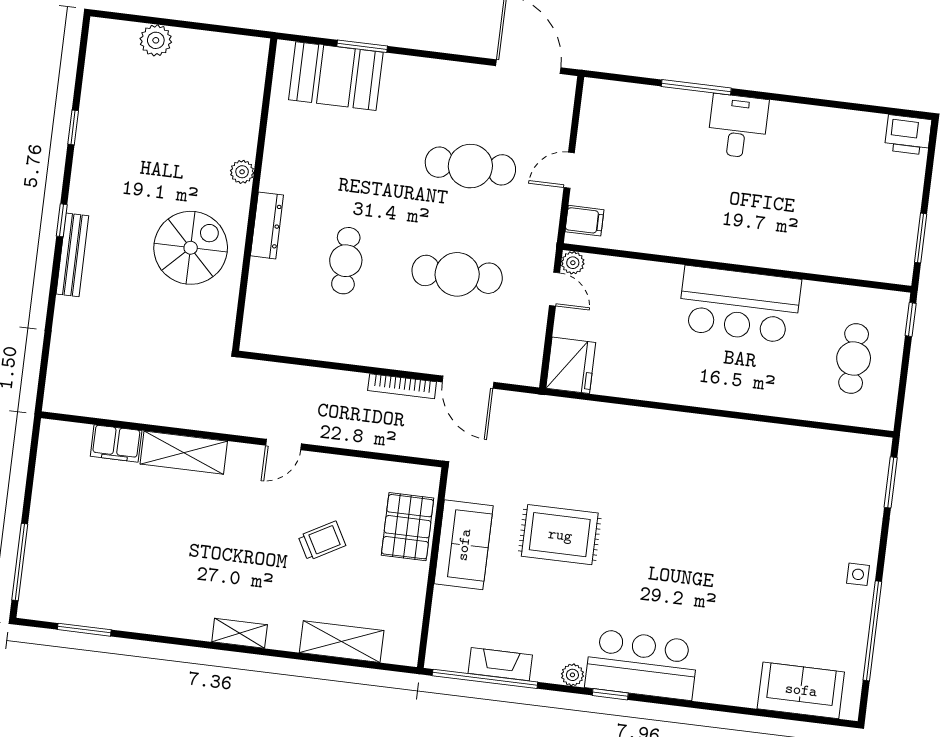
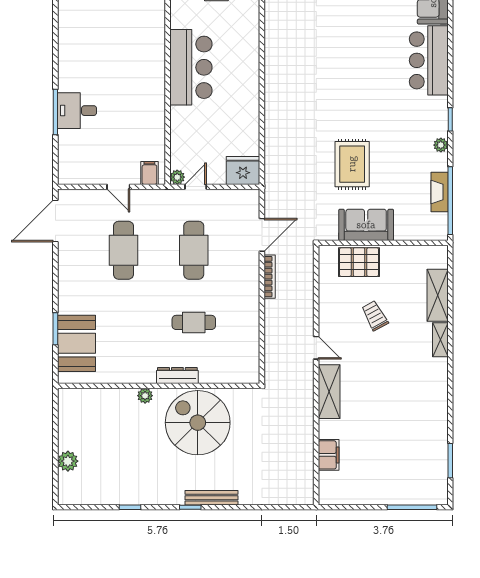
desk: (738, 126) -> (77, 111), moved
spiral stairs: (191, 248) -> (198, 423), width x1.37, depth x1.37
shelving: (184, 453) -> (329, 392), moved
shelving: (240, 633) -> (440, 340), moved
bar counter: (642, 665) -> (429, 60), moved

